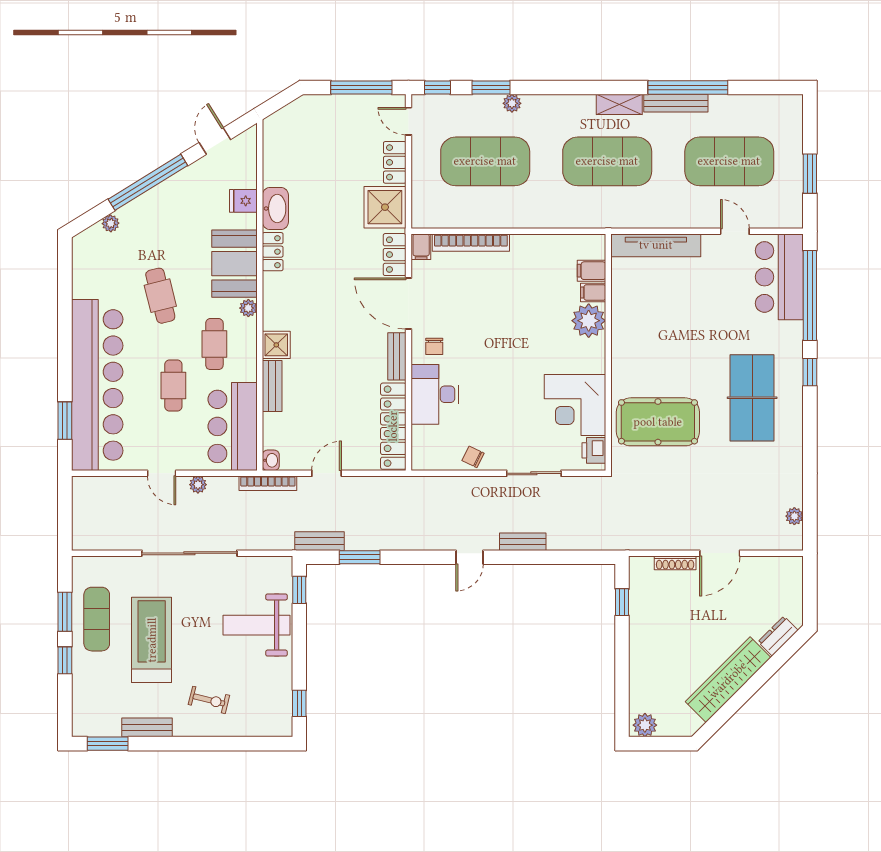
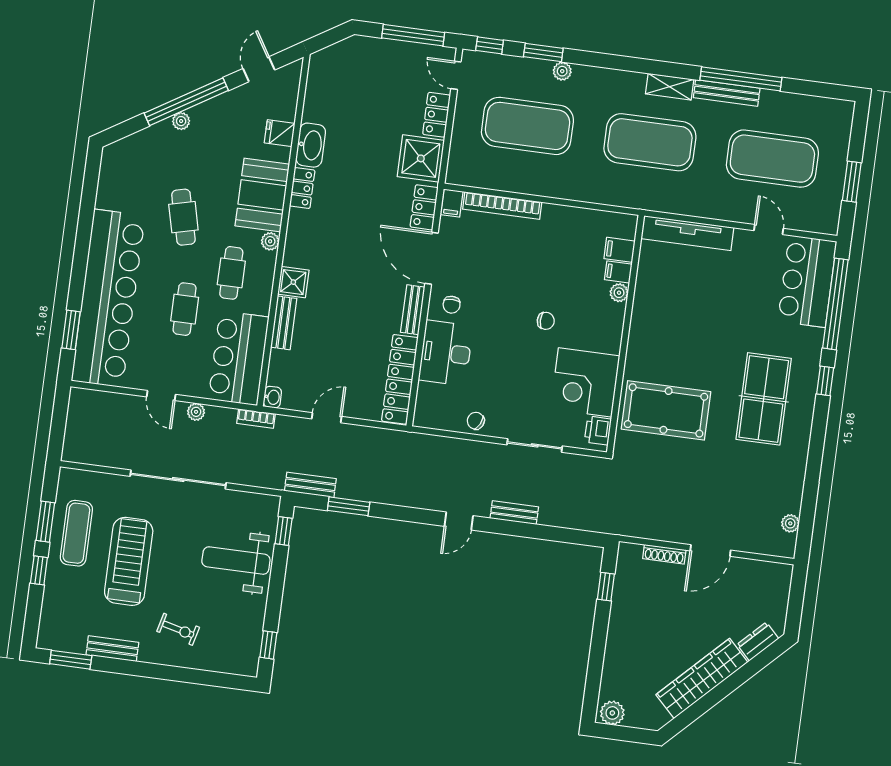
plant: (111, 223) -> (181, 121), moved
plant: (589, 321) -> (619, 293), width x0.53, depth x0.53
chair: (529, 350) -> (546, 321), added
bookcase: (268, 483) -> (256, 418), width x0.64

